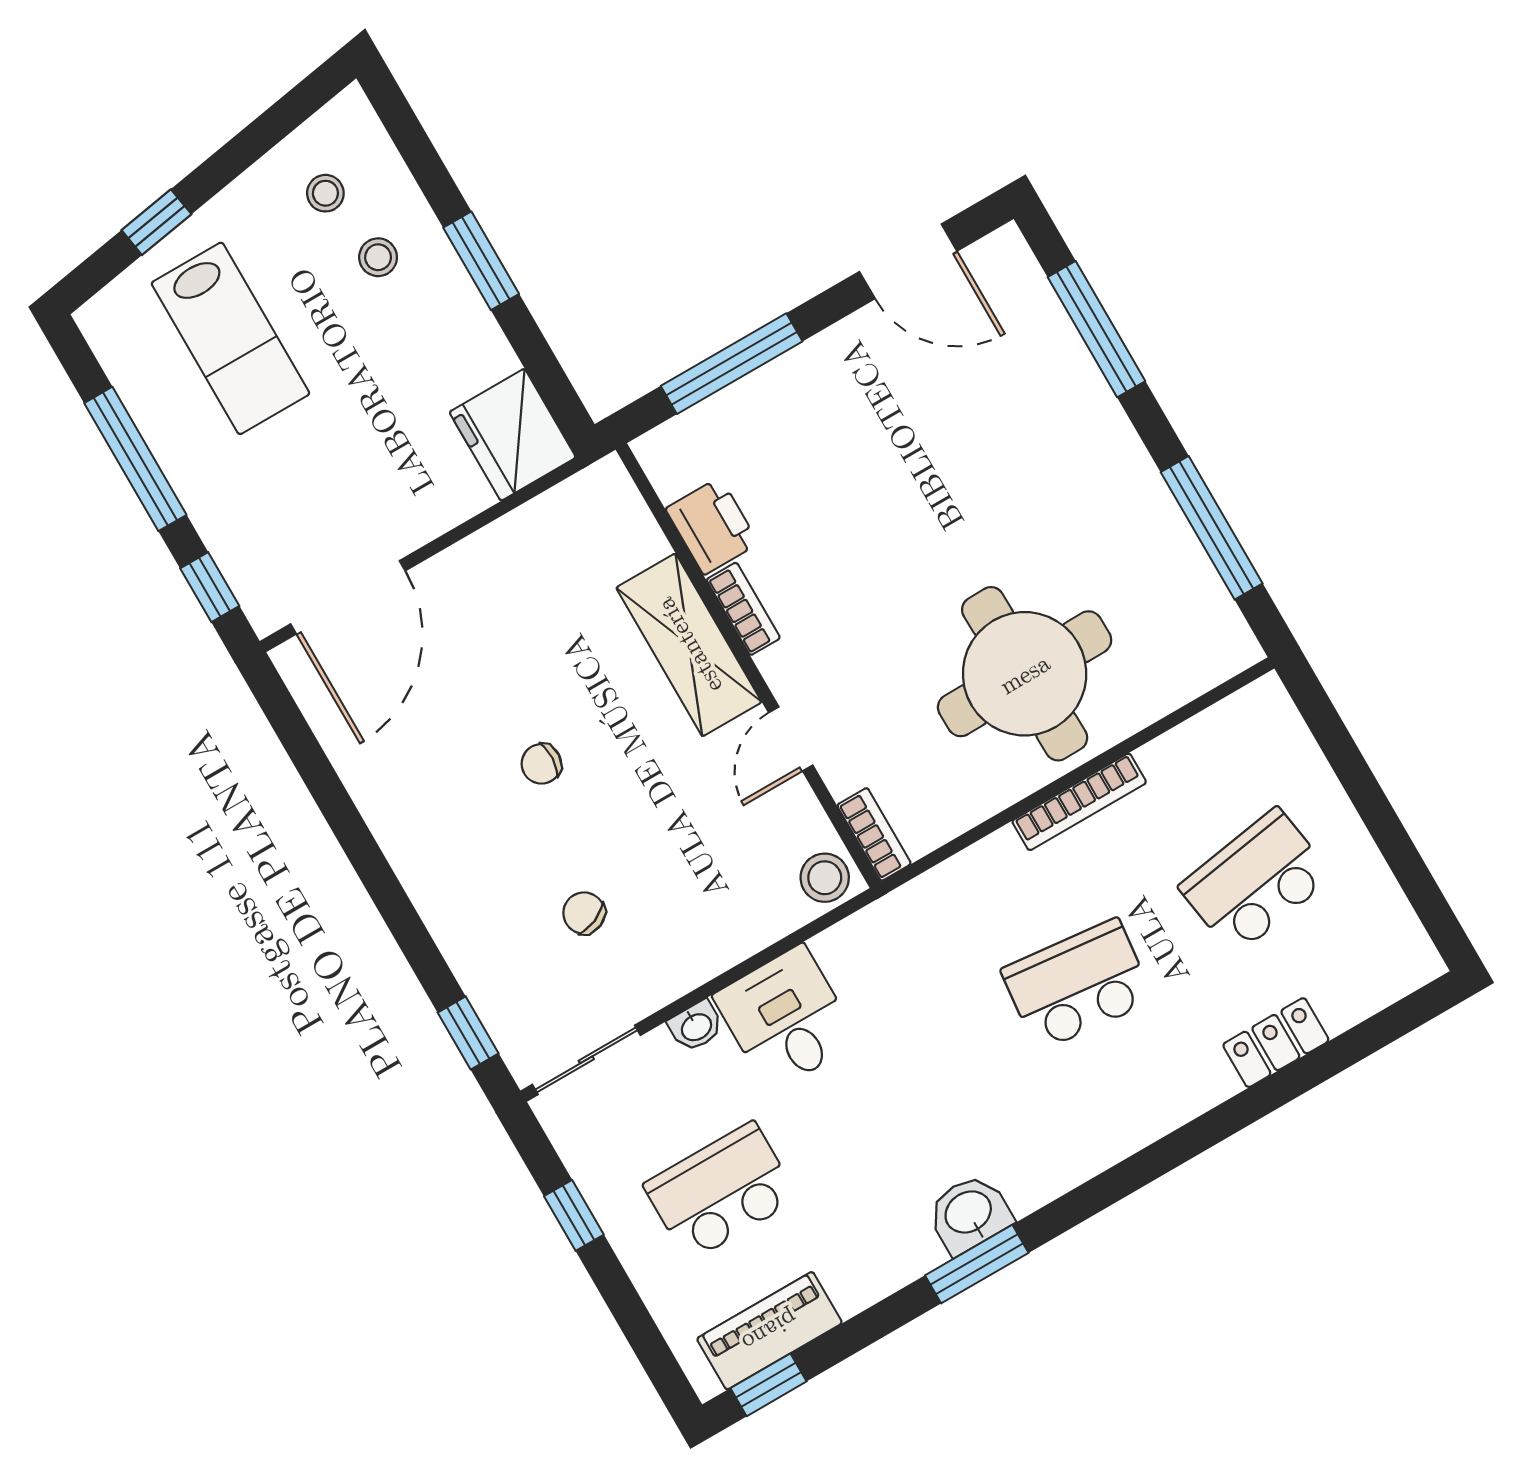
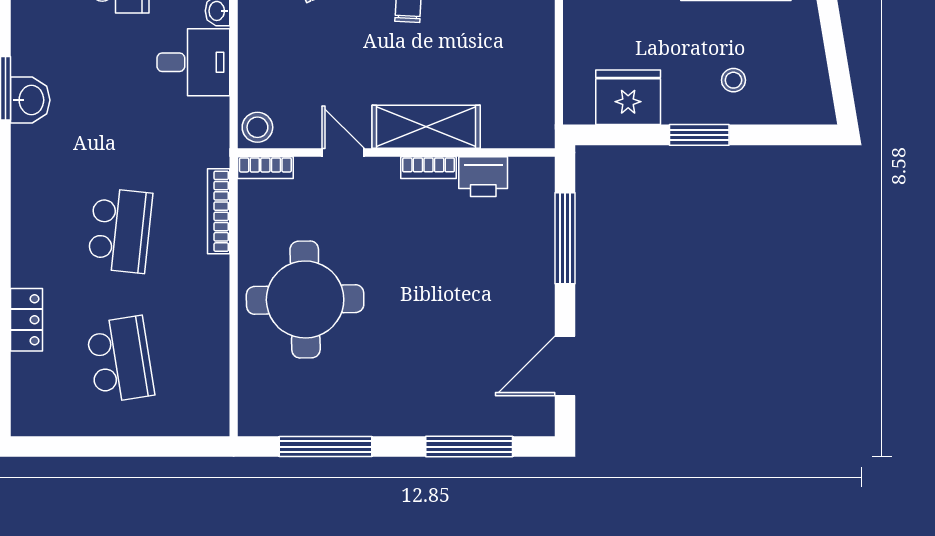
stool: (325, 193) -> (785, 72), removed
fridge: (513, 435) -> (628, 97), moved
bookcase: (1079, 802) -> (219, 211), moved

